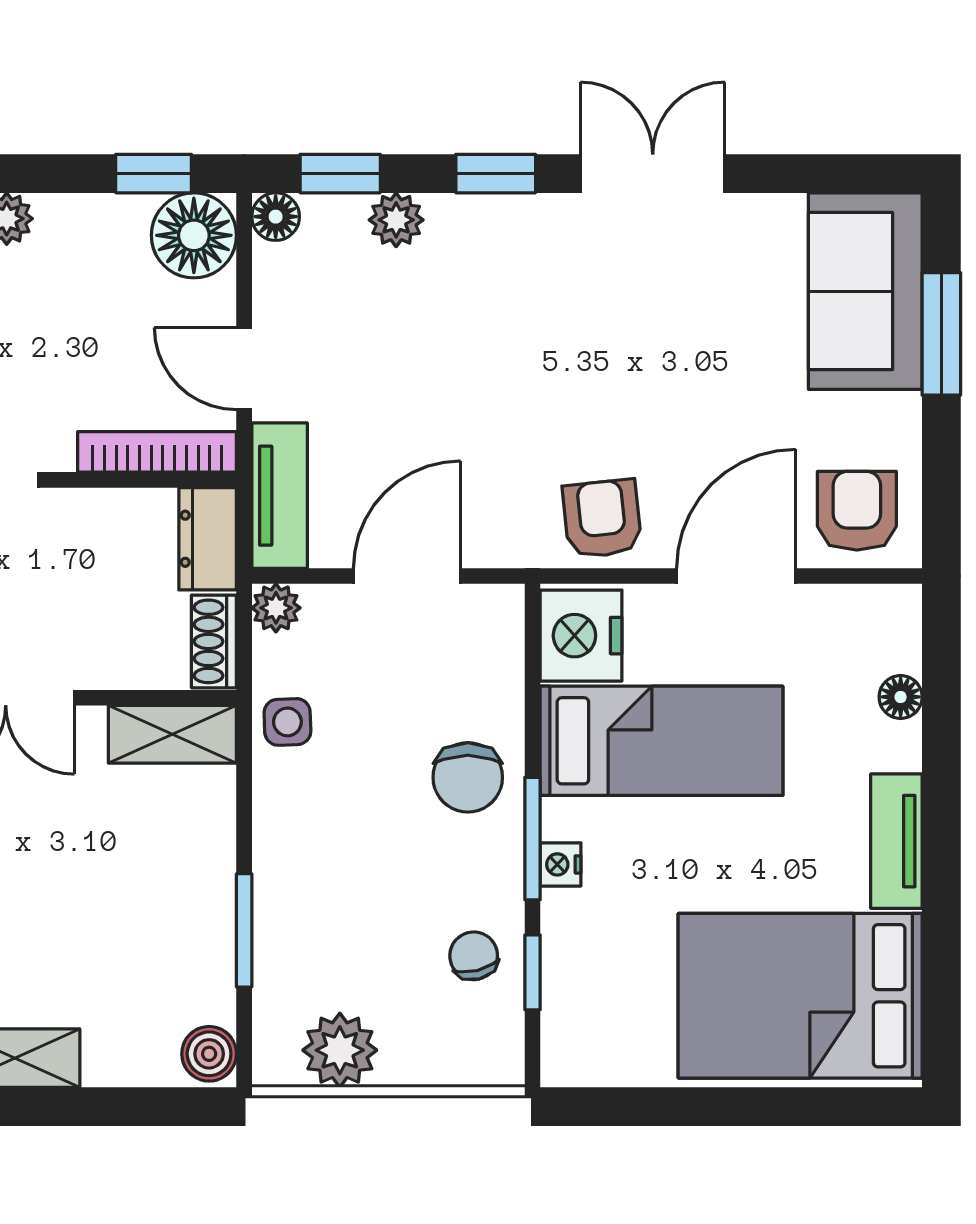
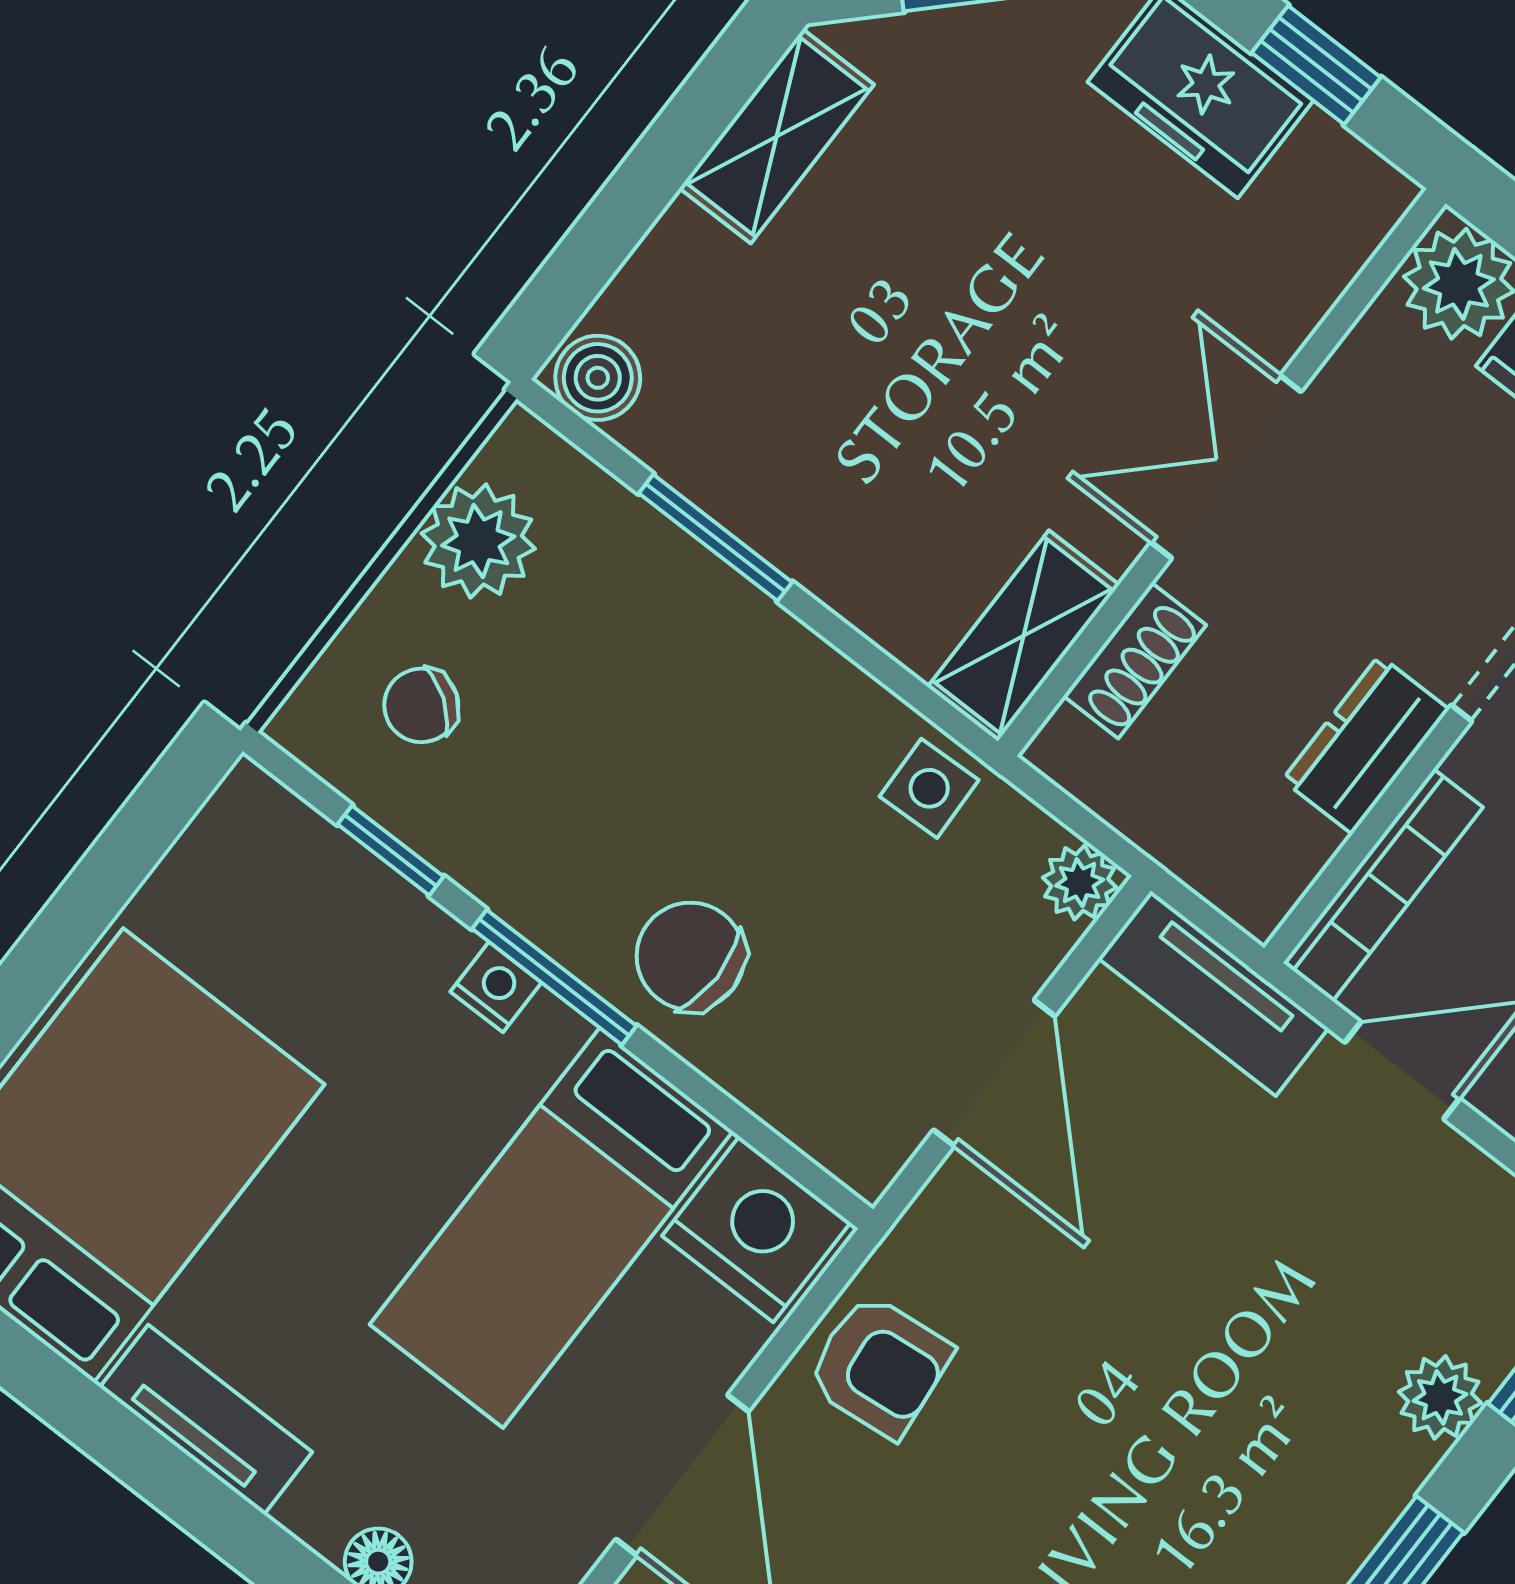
dresser: (208, 539) -> (1366, 745), moved, turned -90
shoe rack: (214, 641) -> (1135, 661), moved, turned 90
chair: (474, 956) -> (421, 705), moved, turned 139

